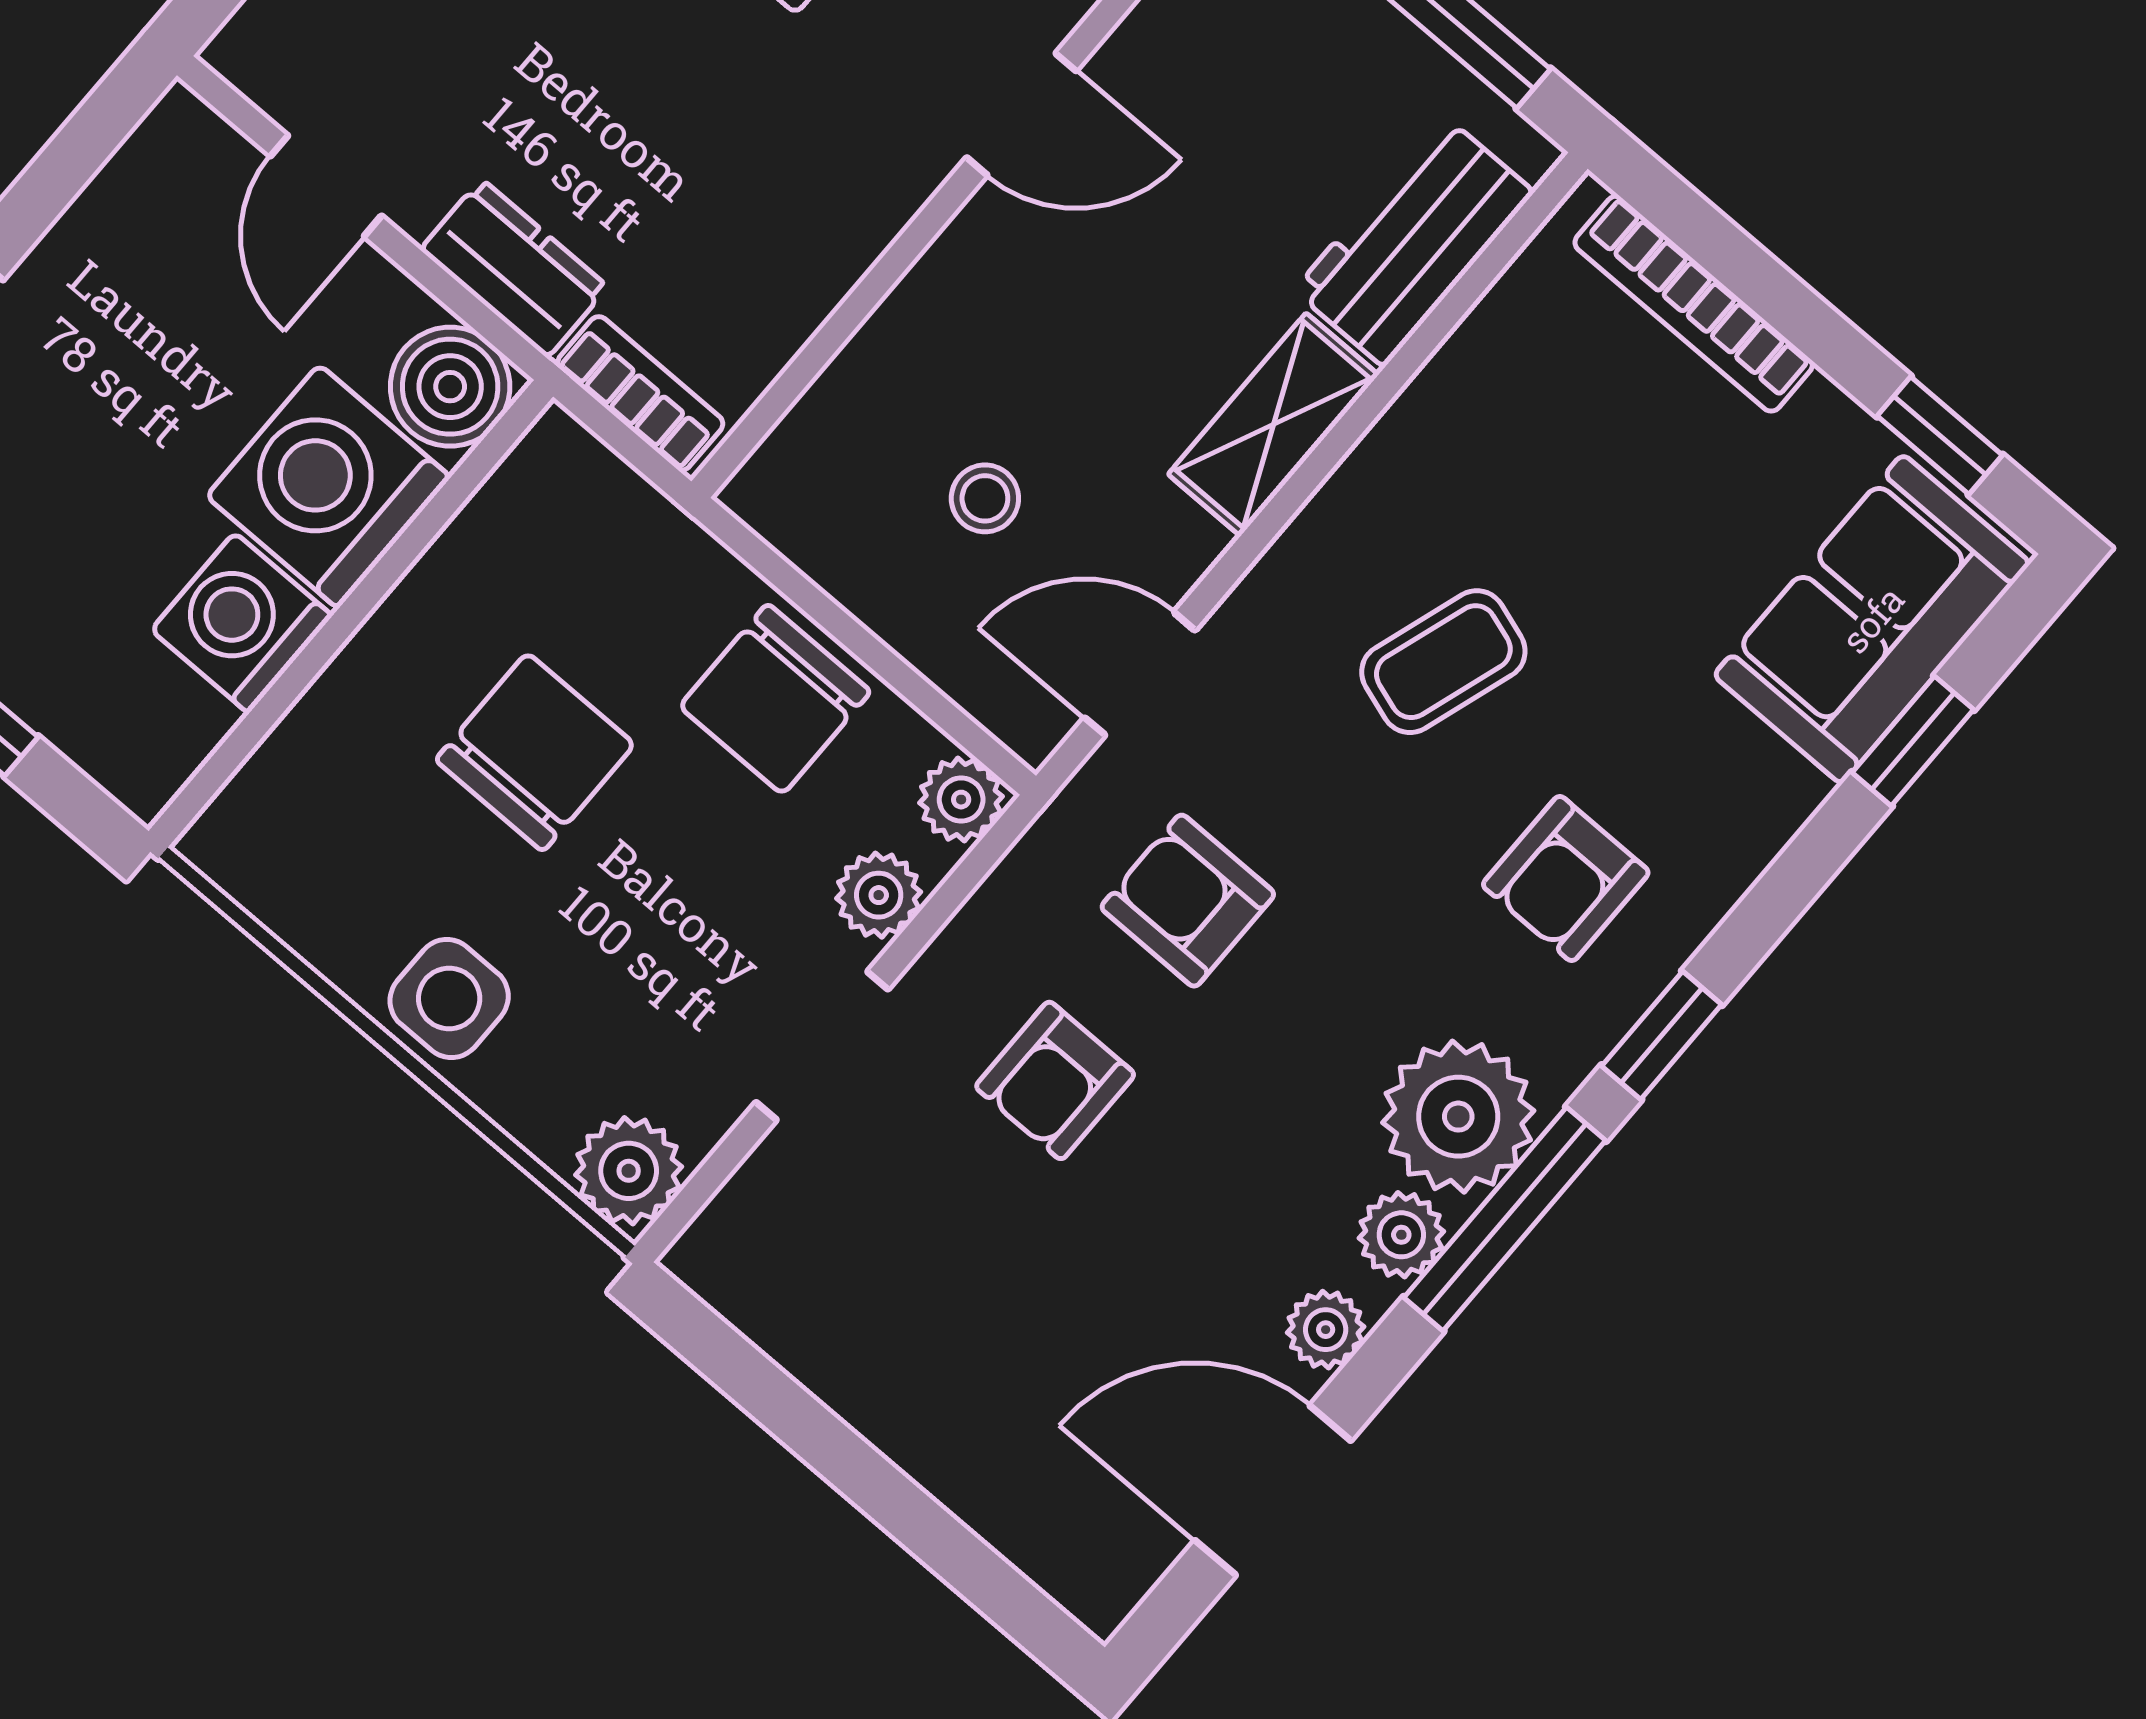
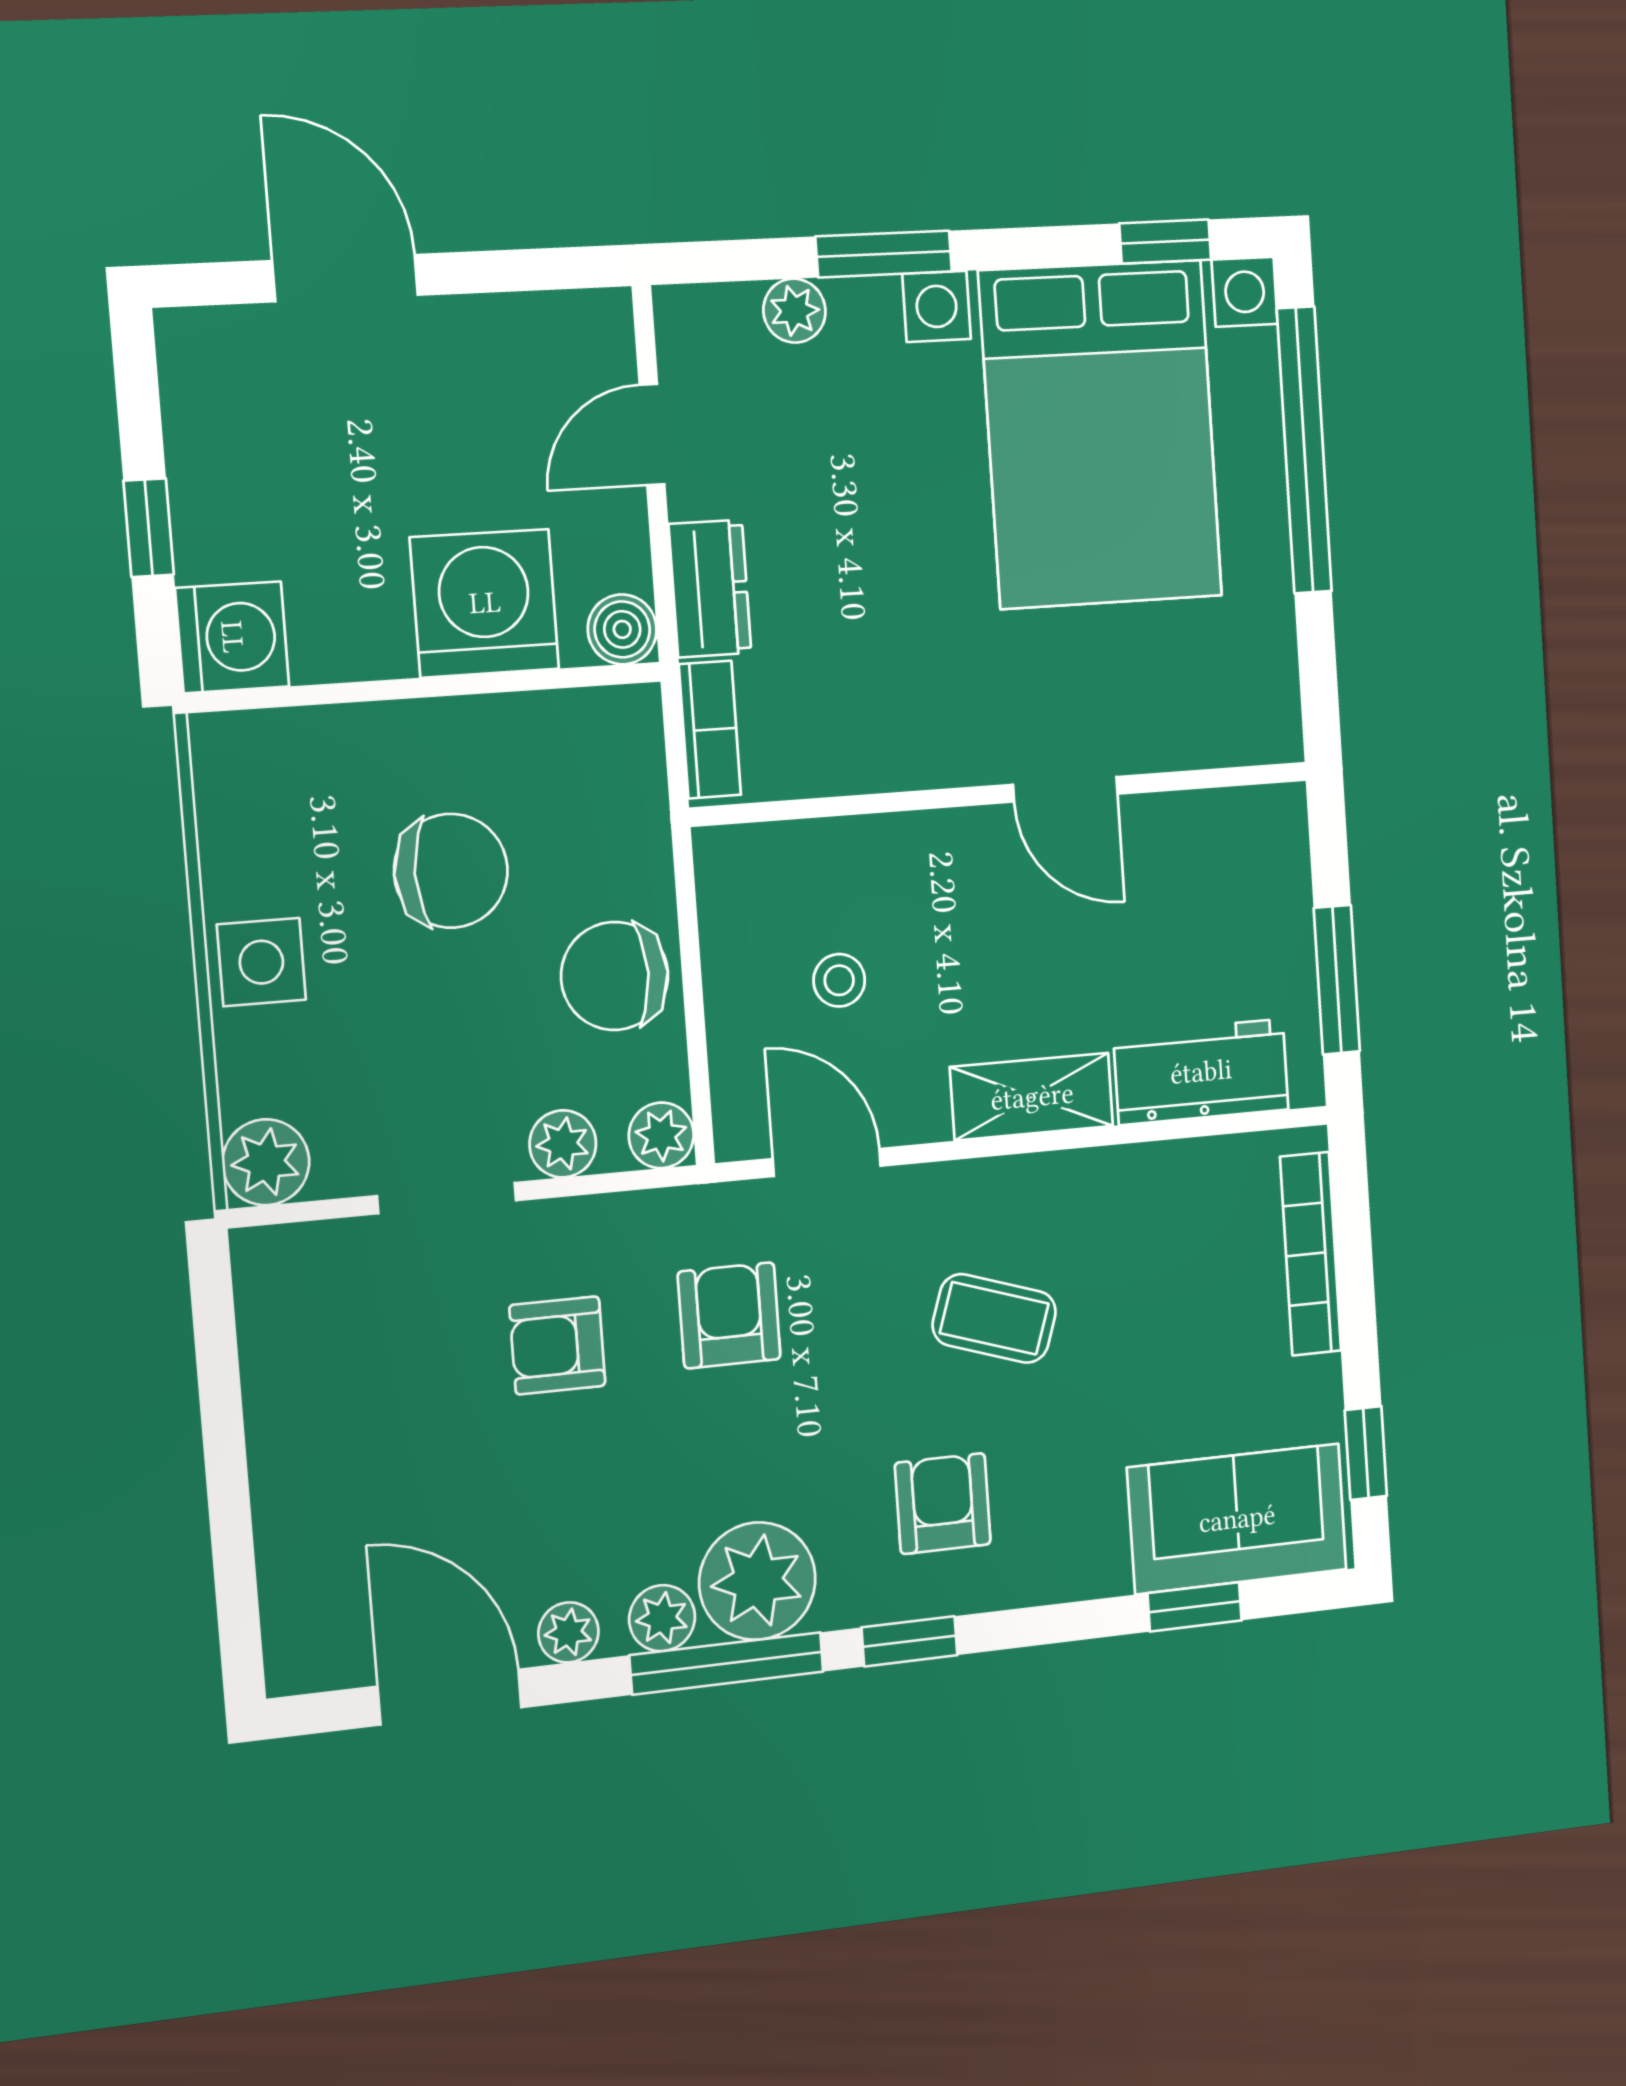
boiler: (450, 387) -> (622, 629), width x0.73, depth x0.73
washing machine: (242, 623) -> (232, 637), moved, turned 90
armchair: (1566, 878) -> (943, 1504), turned 90

